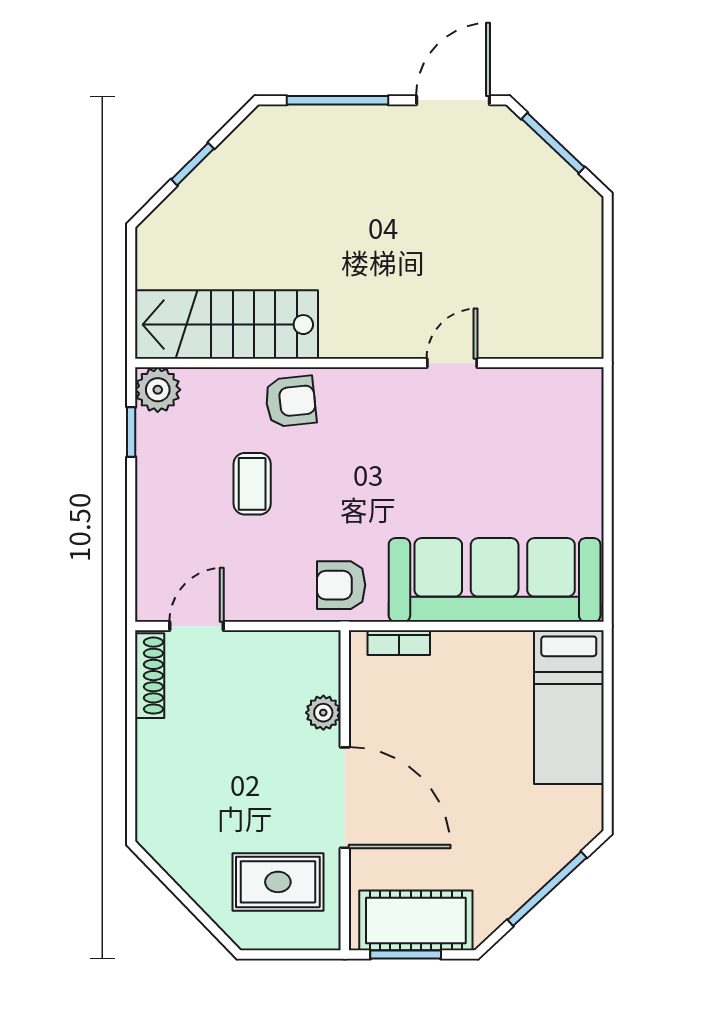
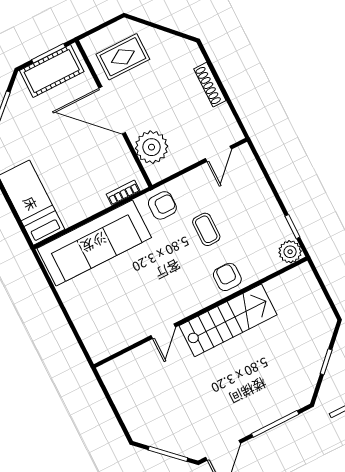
stairs: (227, 325) -> (228, 320), moved
armchair: (291, 401) -> (227, 277), turned 96
coffee table: (252, 484) -> (206, 229), moved
shoe rack: (150, 676) -> (210, 85), moved
plant: (323, 713) -> (152, 147), width x1.87, depth x1.87

